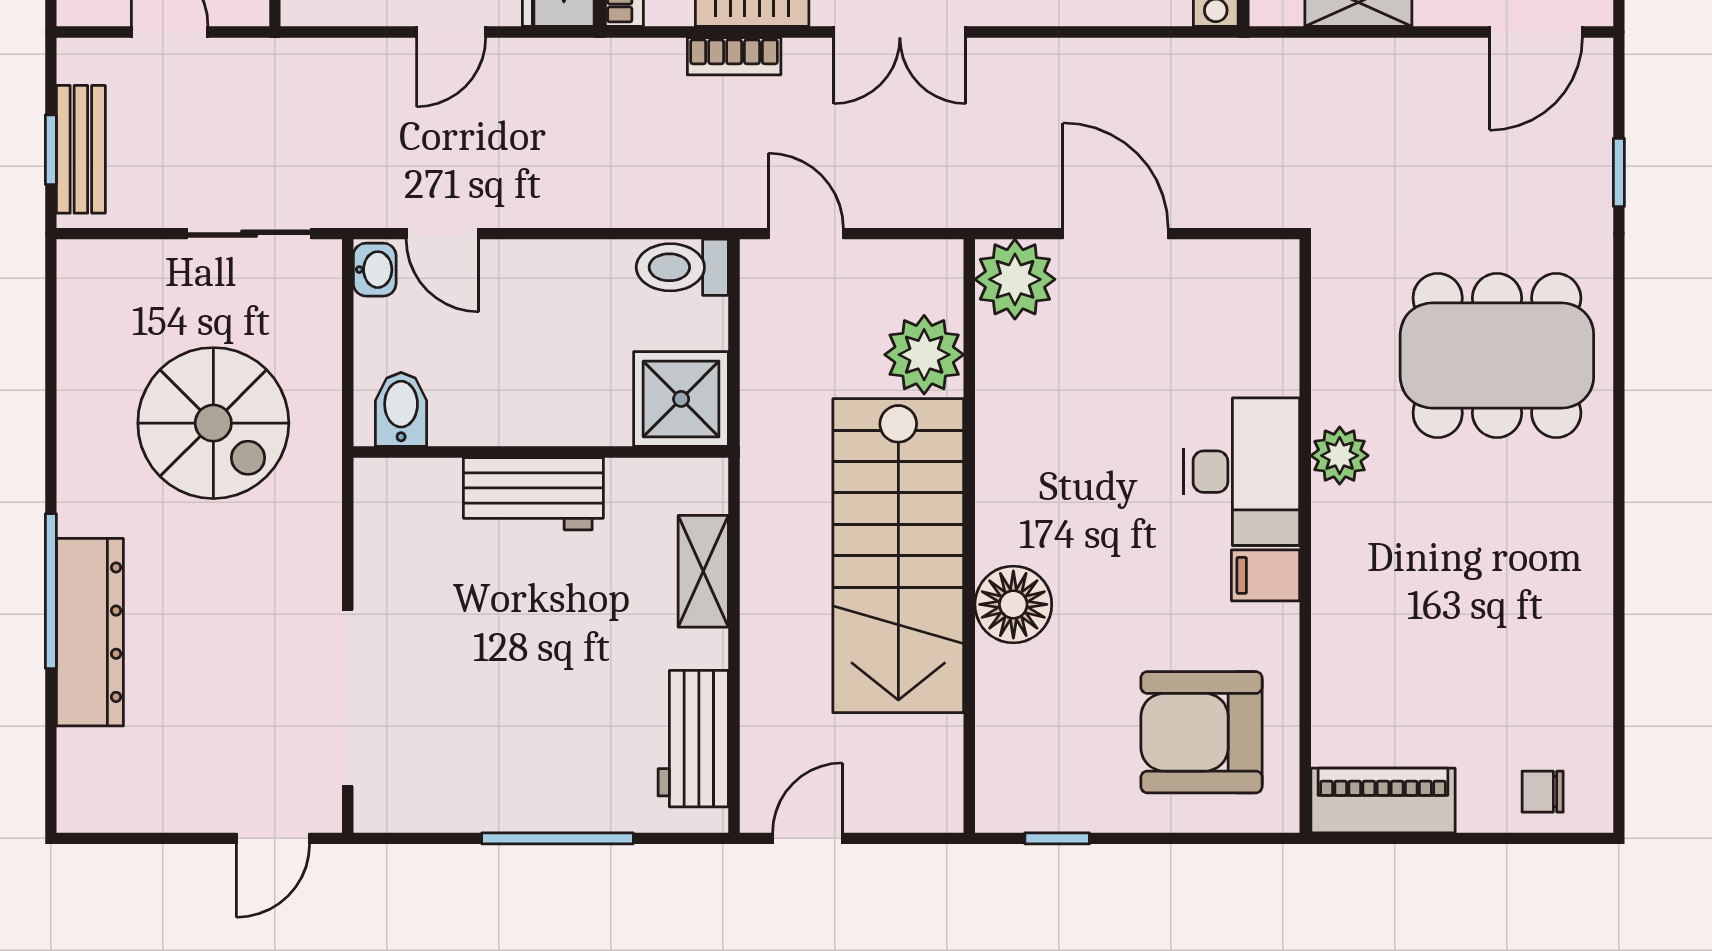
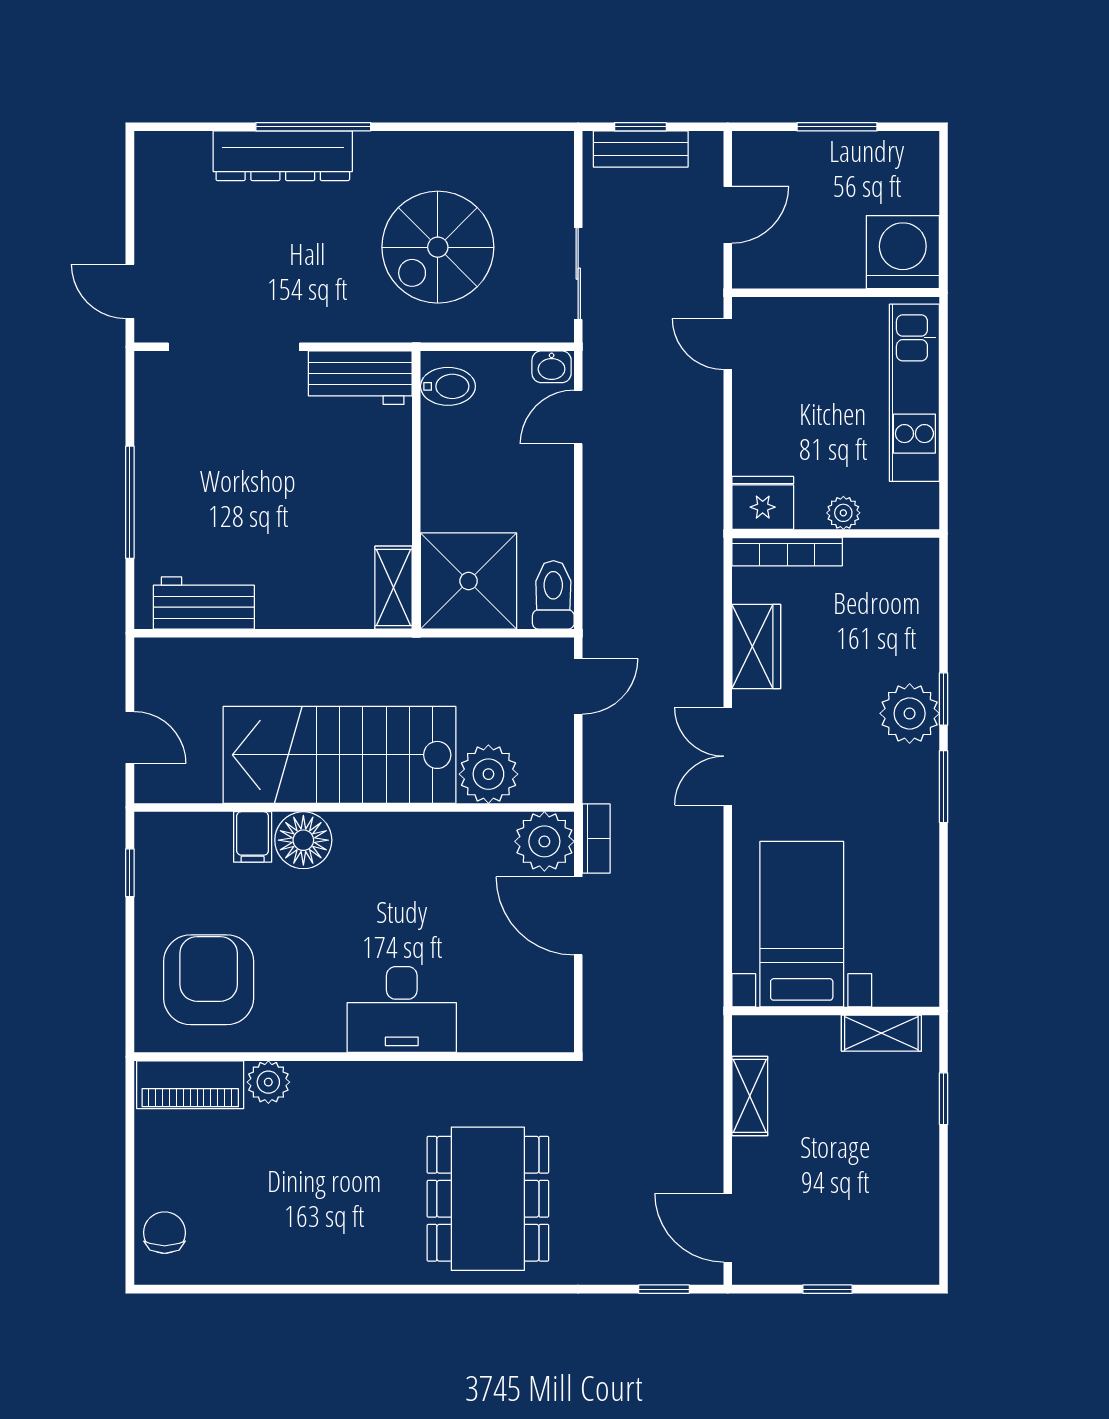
door: (451, 32) -> (728, 344), moved
bookcase: (734, 56) -> (596, 839), moved, turned 180
window: (1619, 172) -> (664, 1289), moved
door: (1116, 234) -> (578, 916), swing flipped
shower: (681, 399) -> (469, 581), width x1.37, depth x1.37
plant: (1340, 456) -> (268, 1082), moved
workbench: (533, 494) -> (360, 378), moved, turned -90
shelving: (703, 571) -> (394, 588), moved, turned 90
filing cabinet: (1266, 575) -> (253, 837), moved, turned 180
chair: (1543, 792) -> (165, 1233), width x1.37, depth x1.37
piano: (1383, 801) -> (190, 1085), moved, turned 90
door: (808, 838) -> (130, 737), moved

